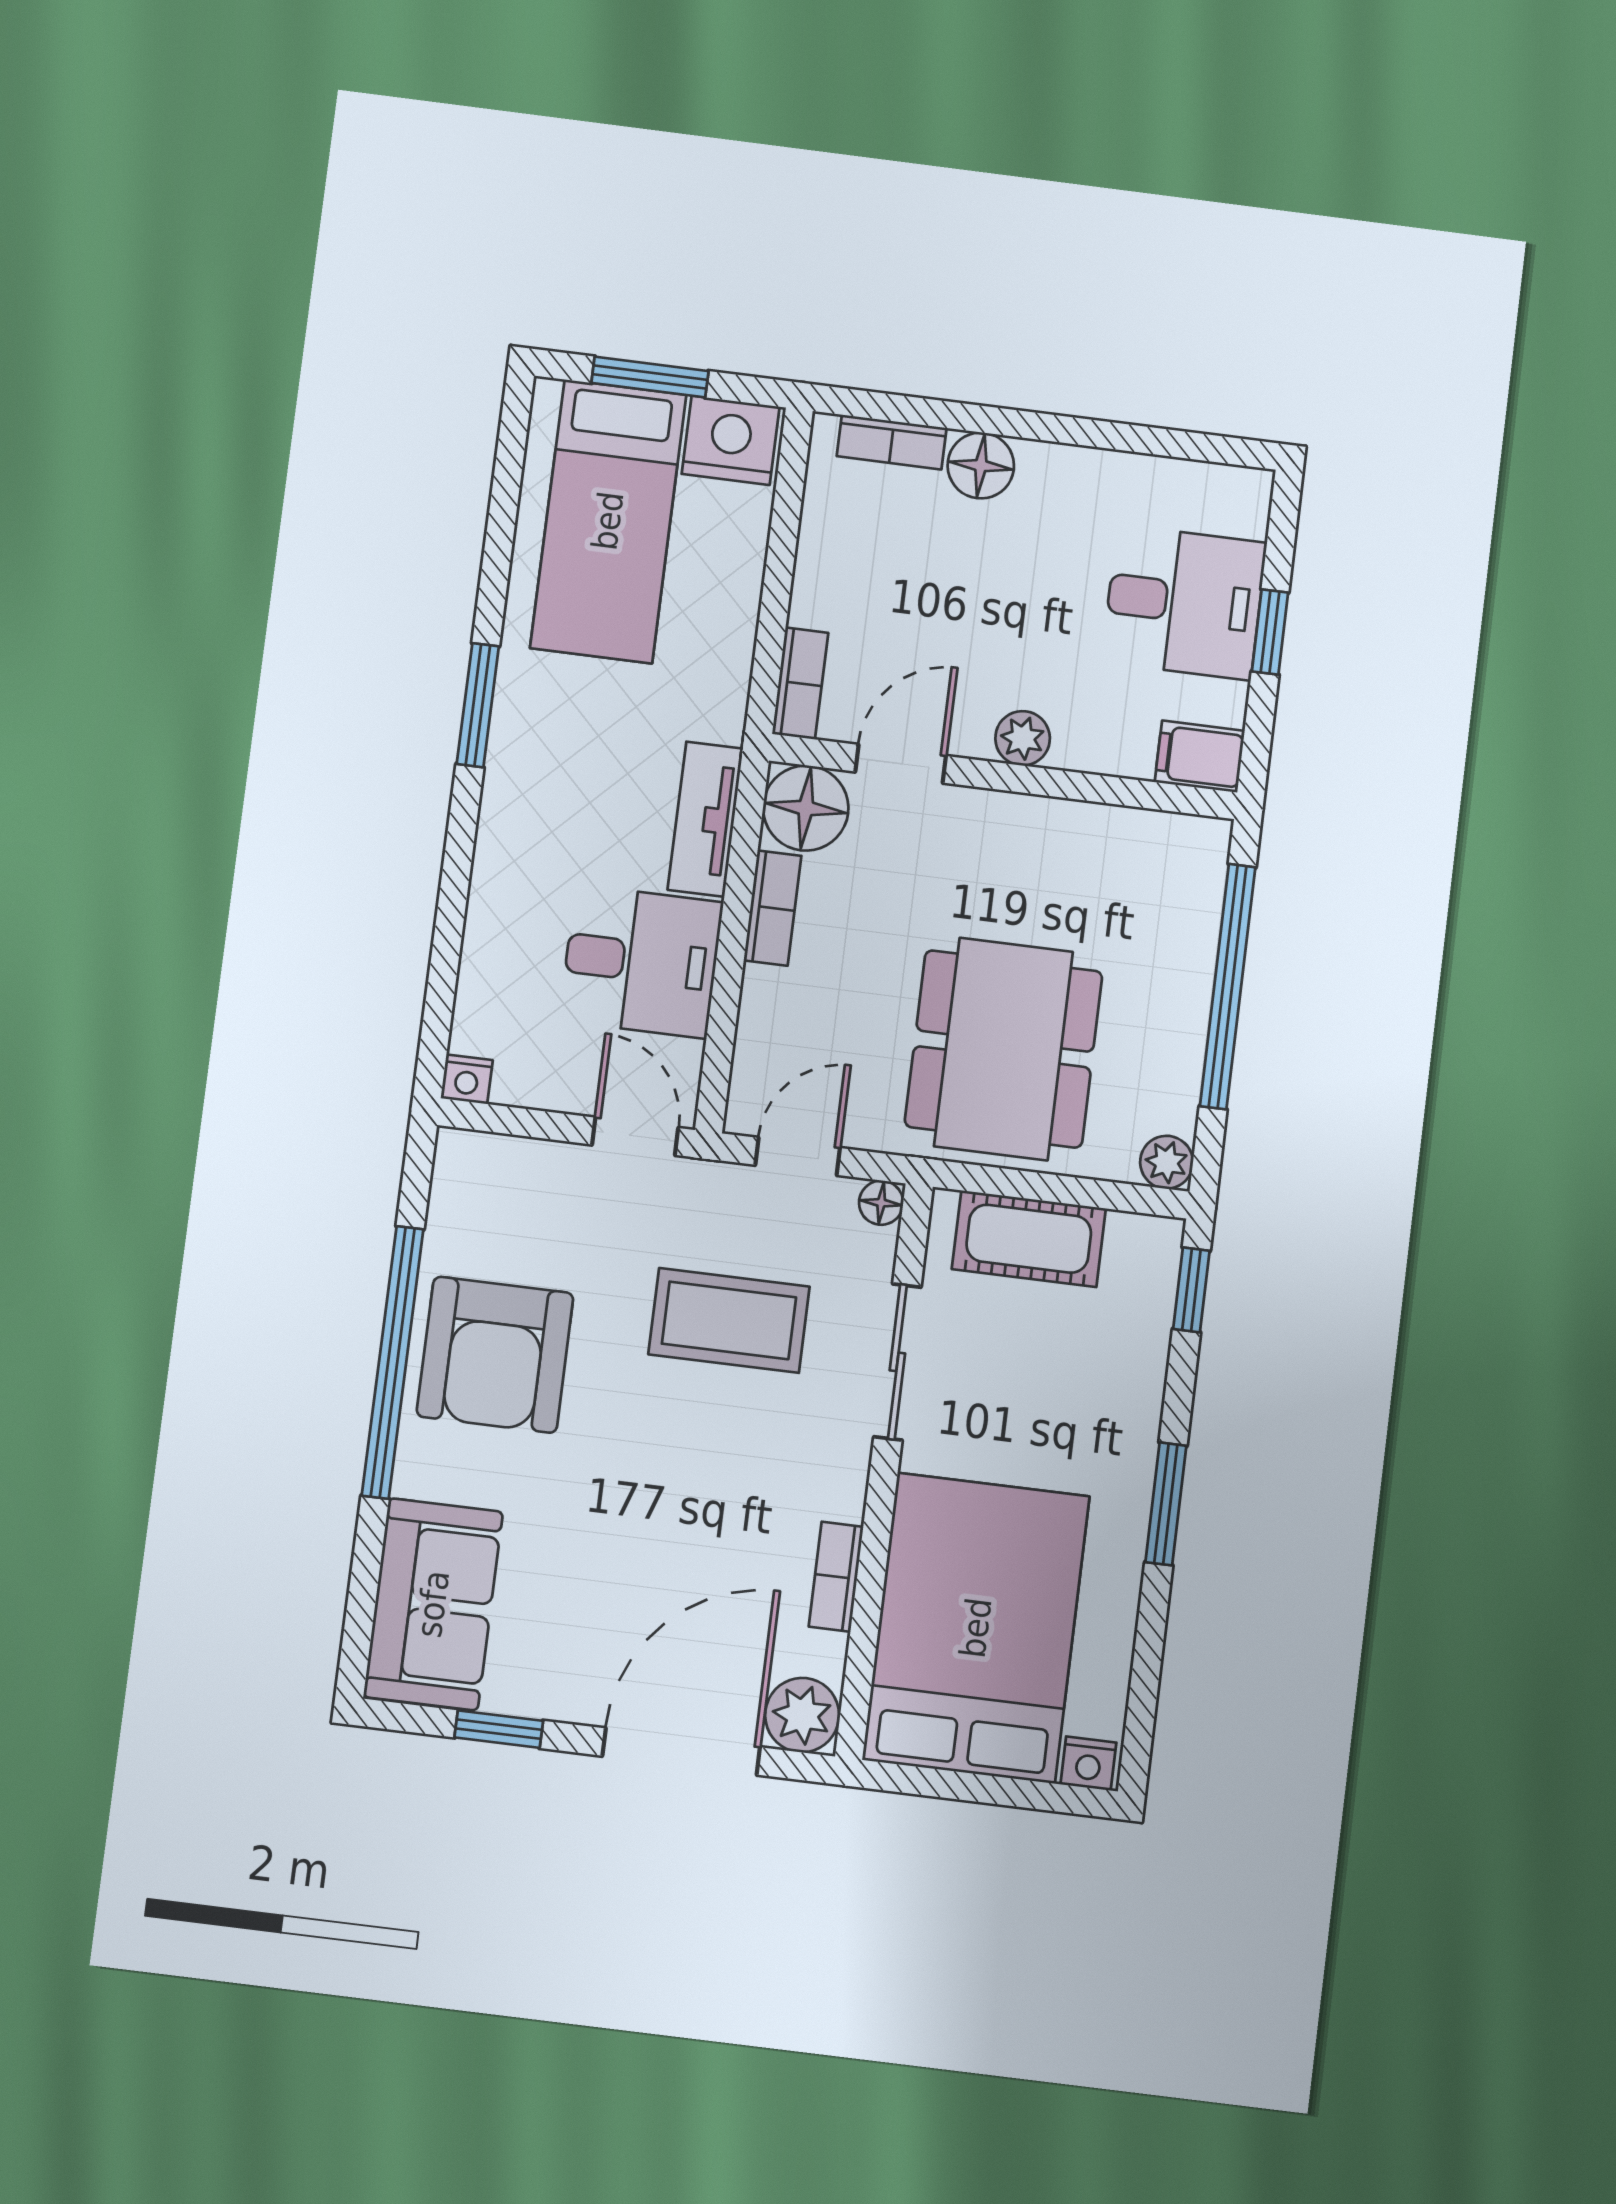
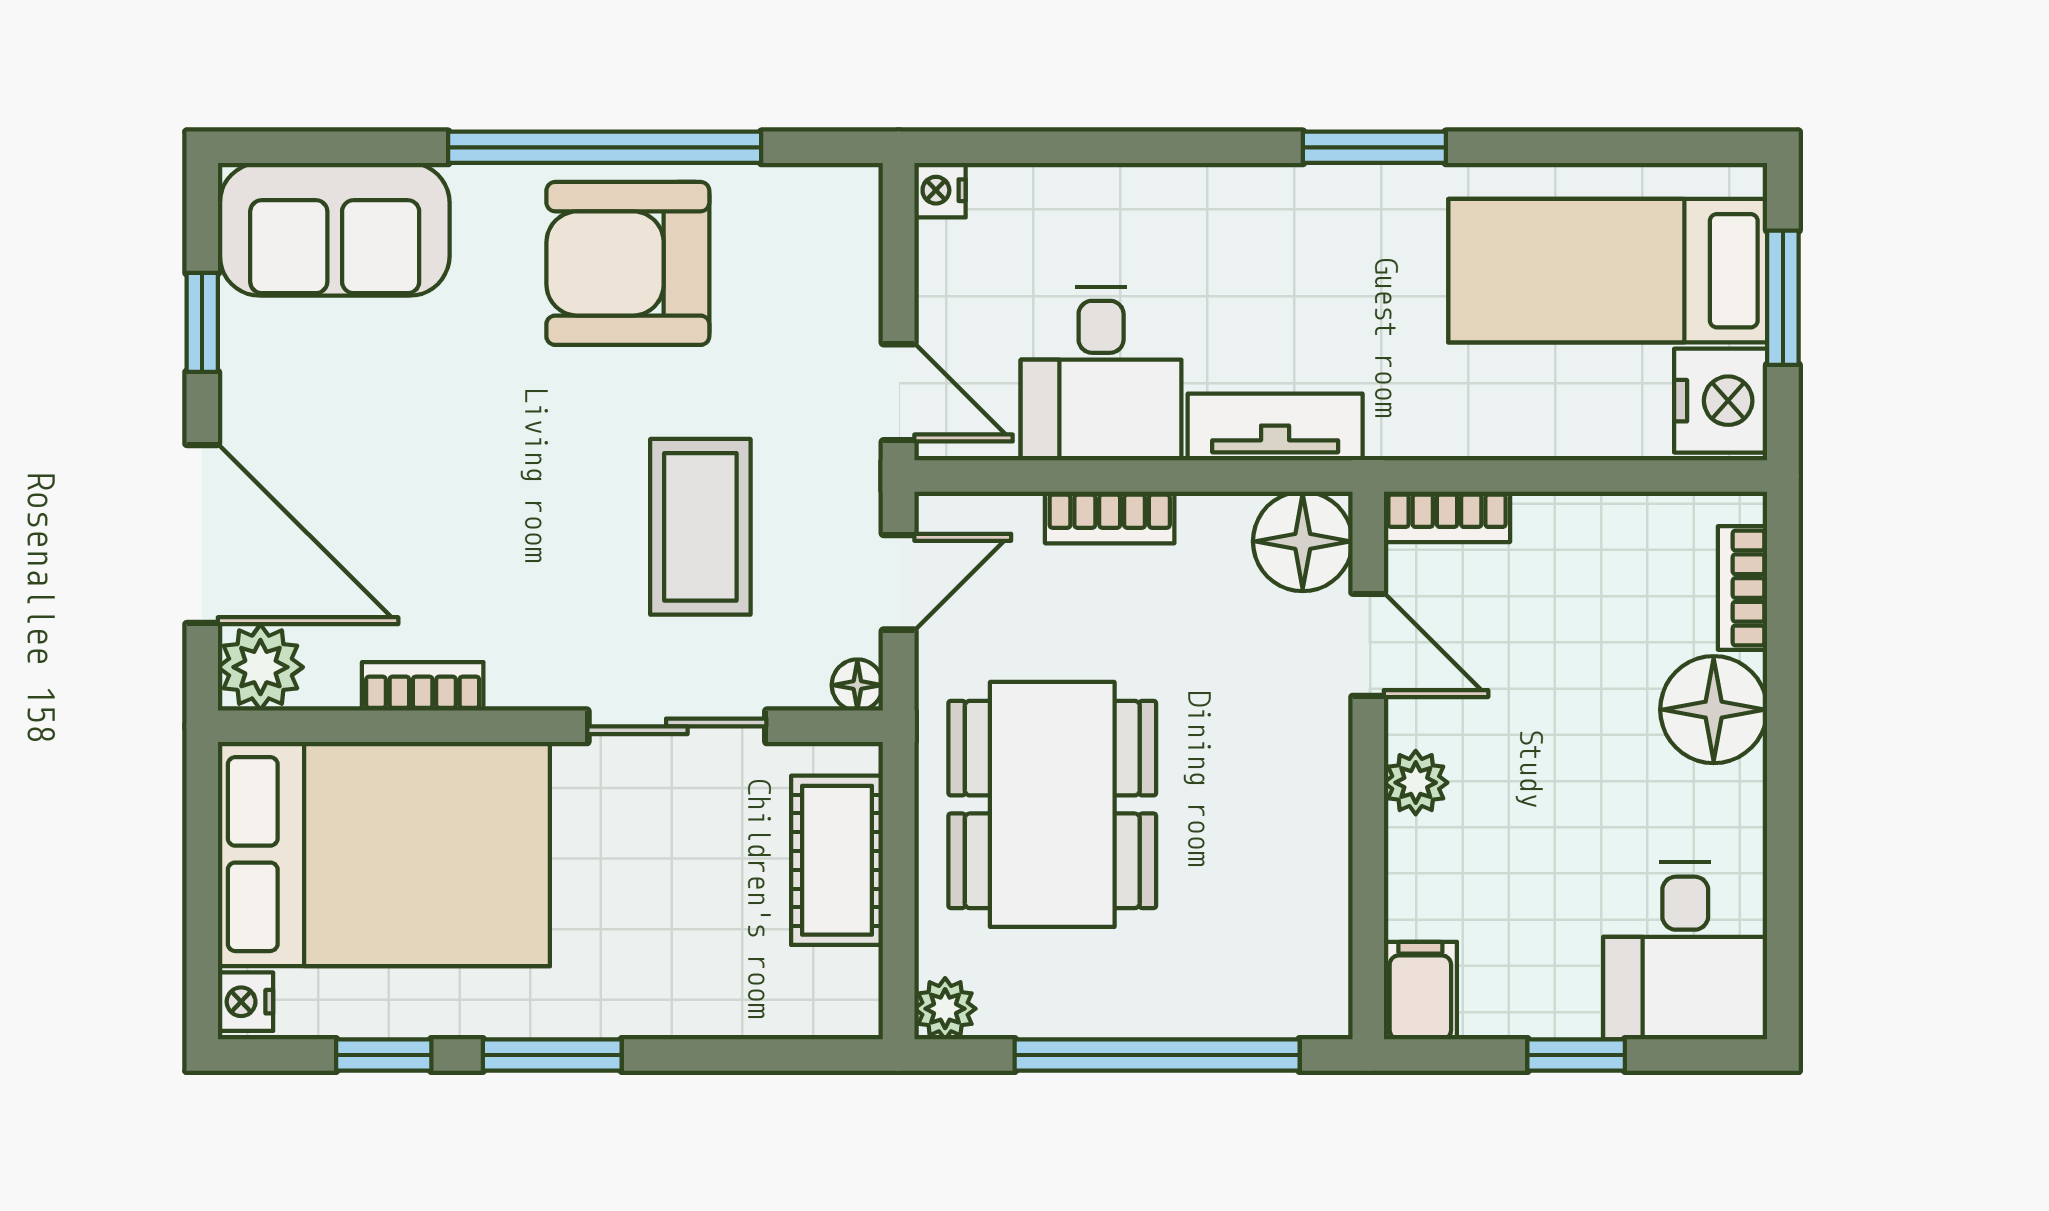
floor lamp: (981, 466) -> (1714, 710), width x1.38, depth x1.38
desk: (1184, 602) -> (1685, 951), moved
bookcase: (773, 908) -> (1110, 517), moved
dining table: (1004, 1049) -> (1052, 804), turned 90
door: (635, 1136) -> (899, 392), hinge flipped
door: (798, 1156) -> (899, 582), hinge flipped
window: (1191, 1290) -> (384, 1055), moved

